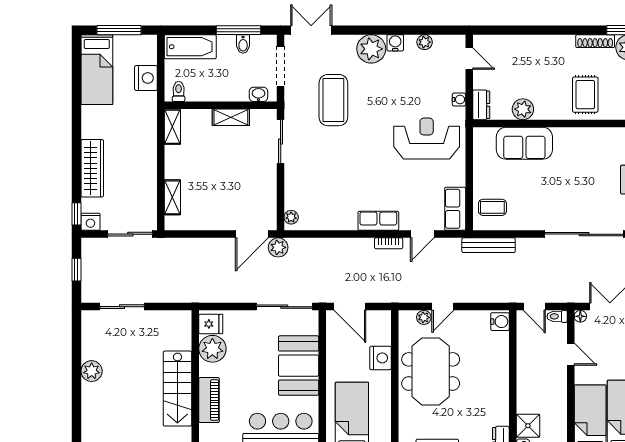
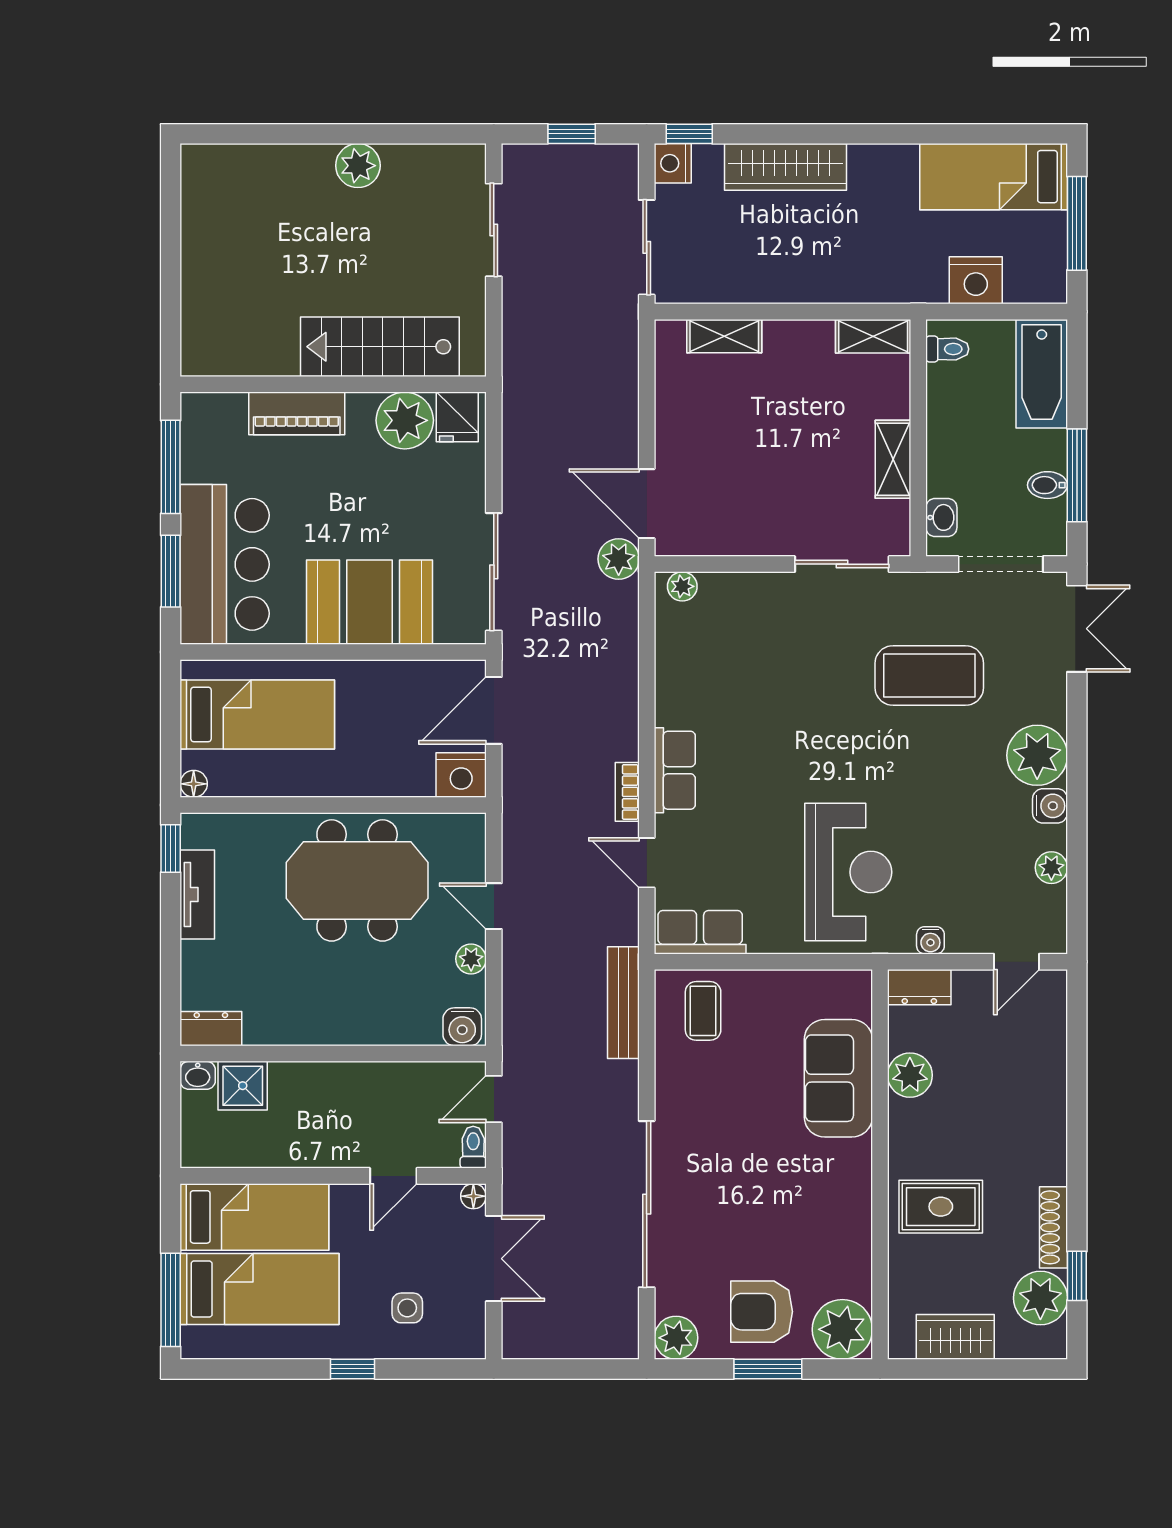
plant: (424, 317) -> (471, 959), moved
nightstand: (381, 358) -> (461, 775), moved
stairs: (177, 389) -> (380, 347), moved

